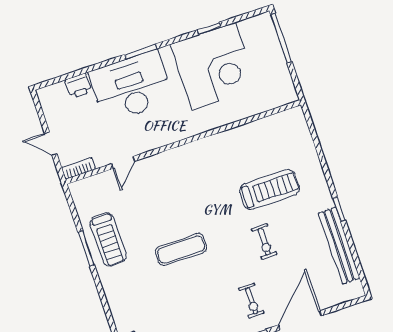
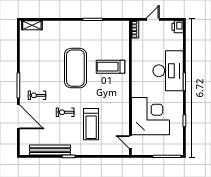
corner desk: (214, 66) -> (151, 116), moved, turned 180
printer: (79, 86) -> (178, 27), moved
door: (123, 162) -> (130, 142), moved
treadmill: (108, 239) -> (110, 67), moved
exercise mat: (181, 250) -> (75, 68), width x2.00, depth x1.45

